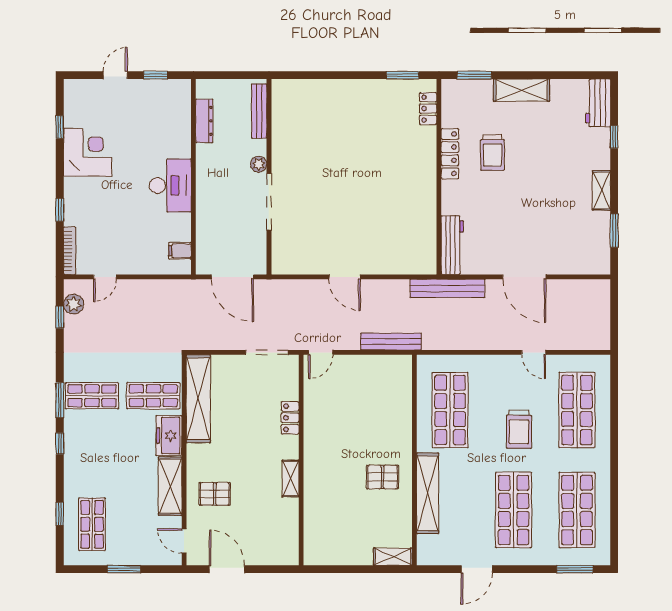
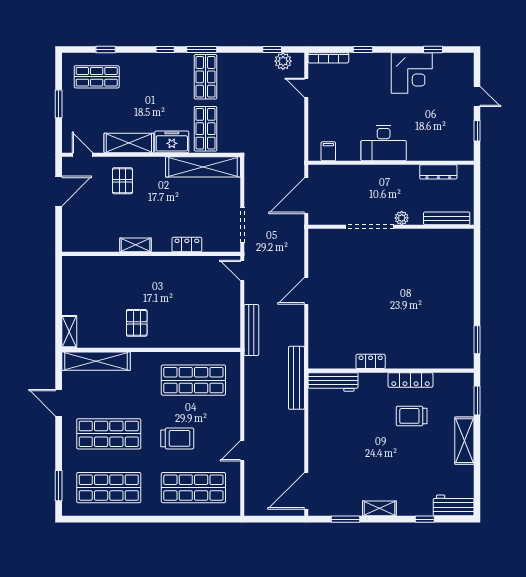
locker: (428, 109) -> (371, 361), moved
door: (524, 277) -> (306, 491), moved
trolley: (519, 429) -> (177, 438), turned 180
shelving: (428, 493) -> (96, 361), moved
door: (184, 541) -> (83, 155), hinge flipped

